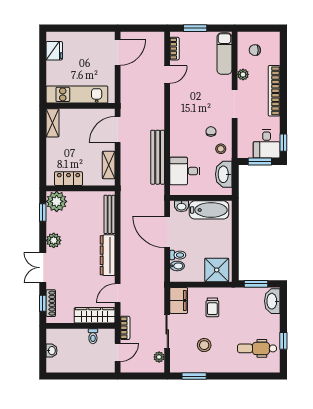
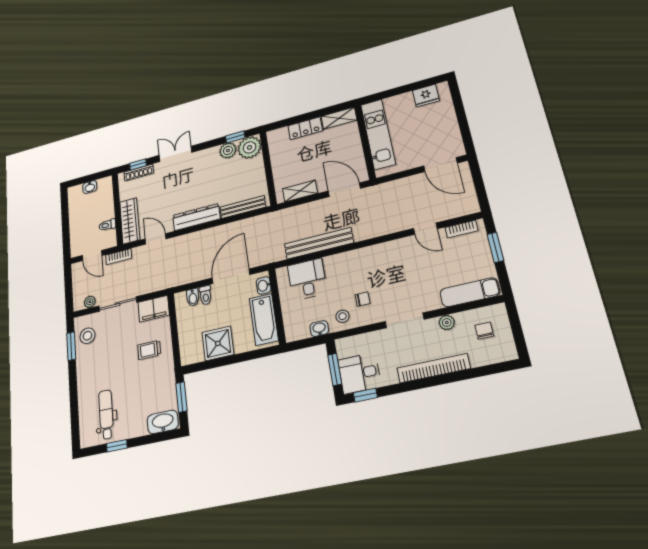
washbasin: (224, 174) -> (319, 329), width x0.52, depth x0.69
locker: (68, 179) -> (305, 128), moved, turned 90
plant: (54, 240) -> (228, 150), moved
shower: (217, 270) -> (218, 343), moved
stool: (204, 345) -> (87, 336), moved

